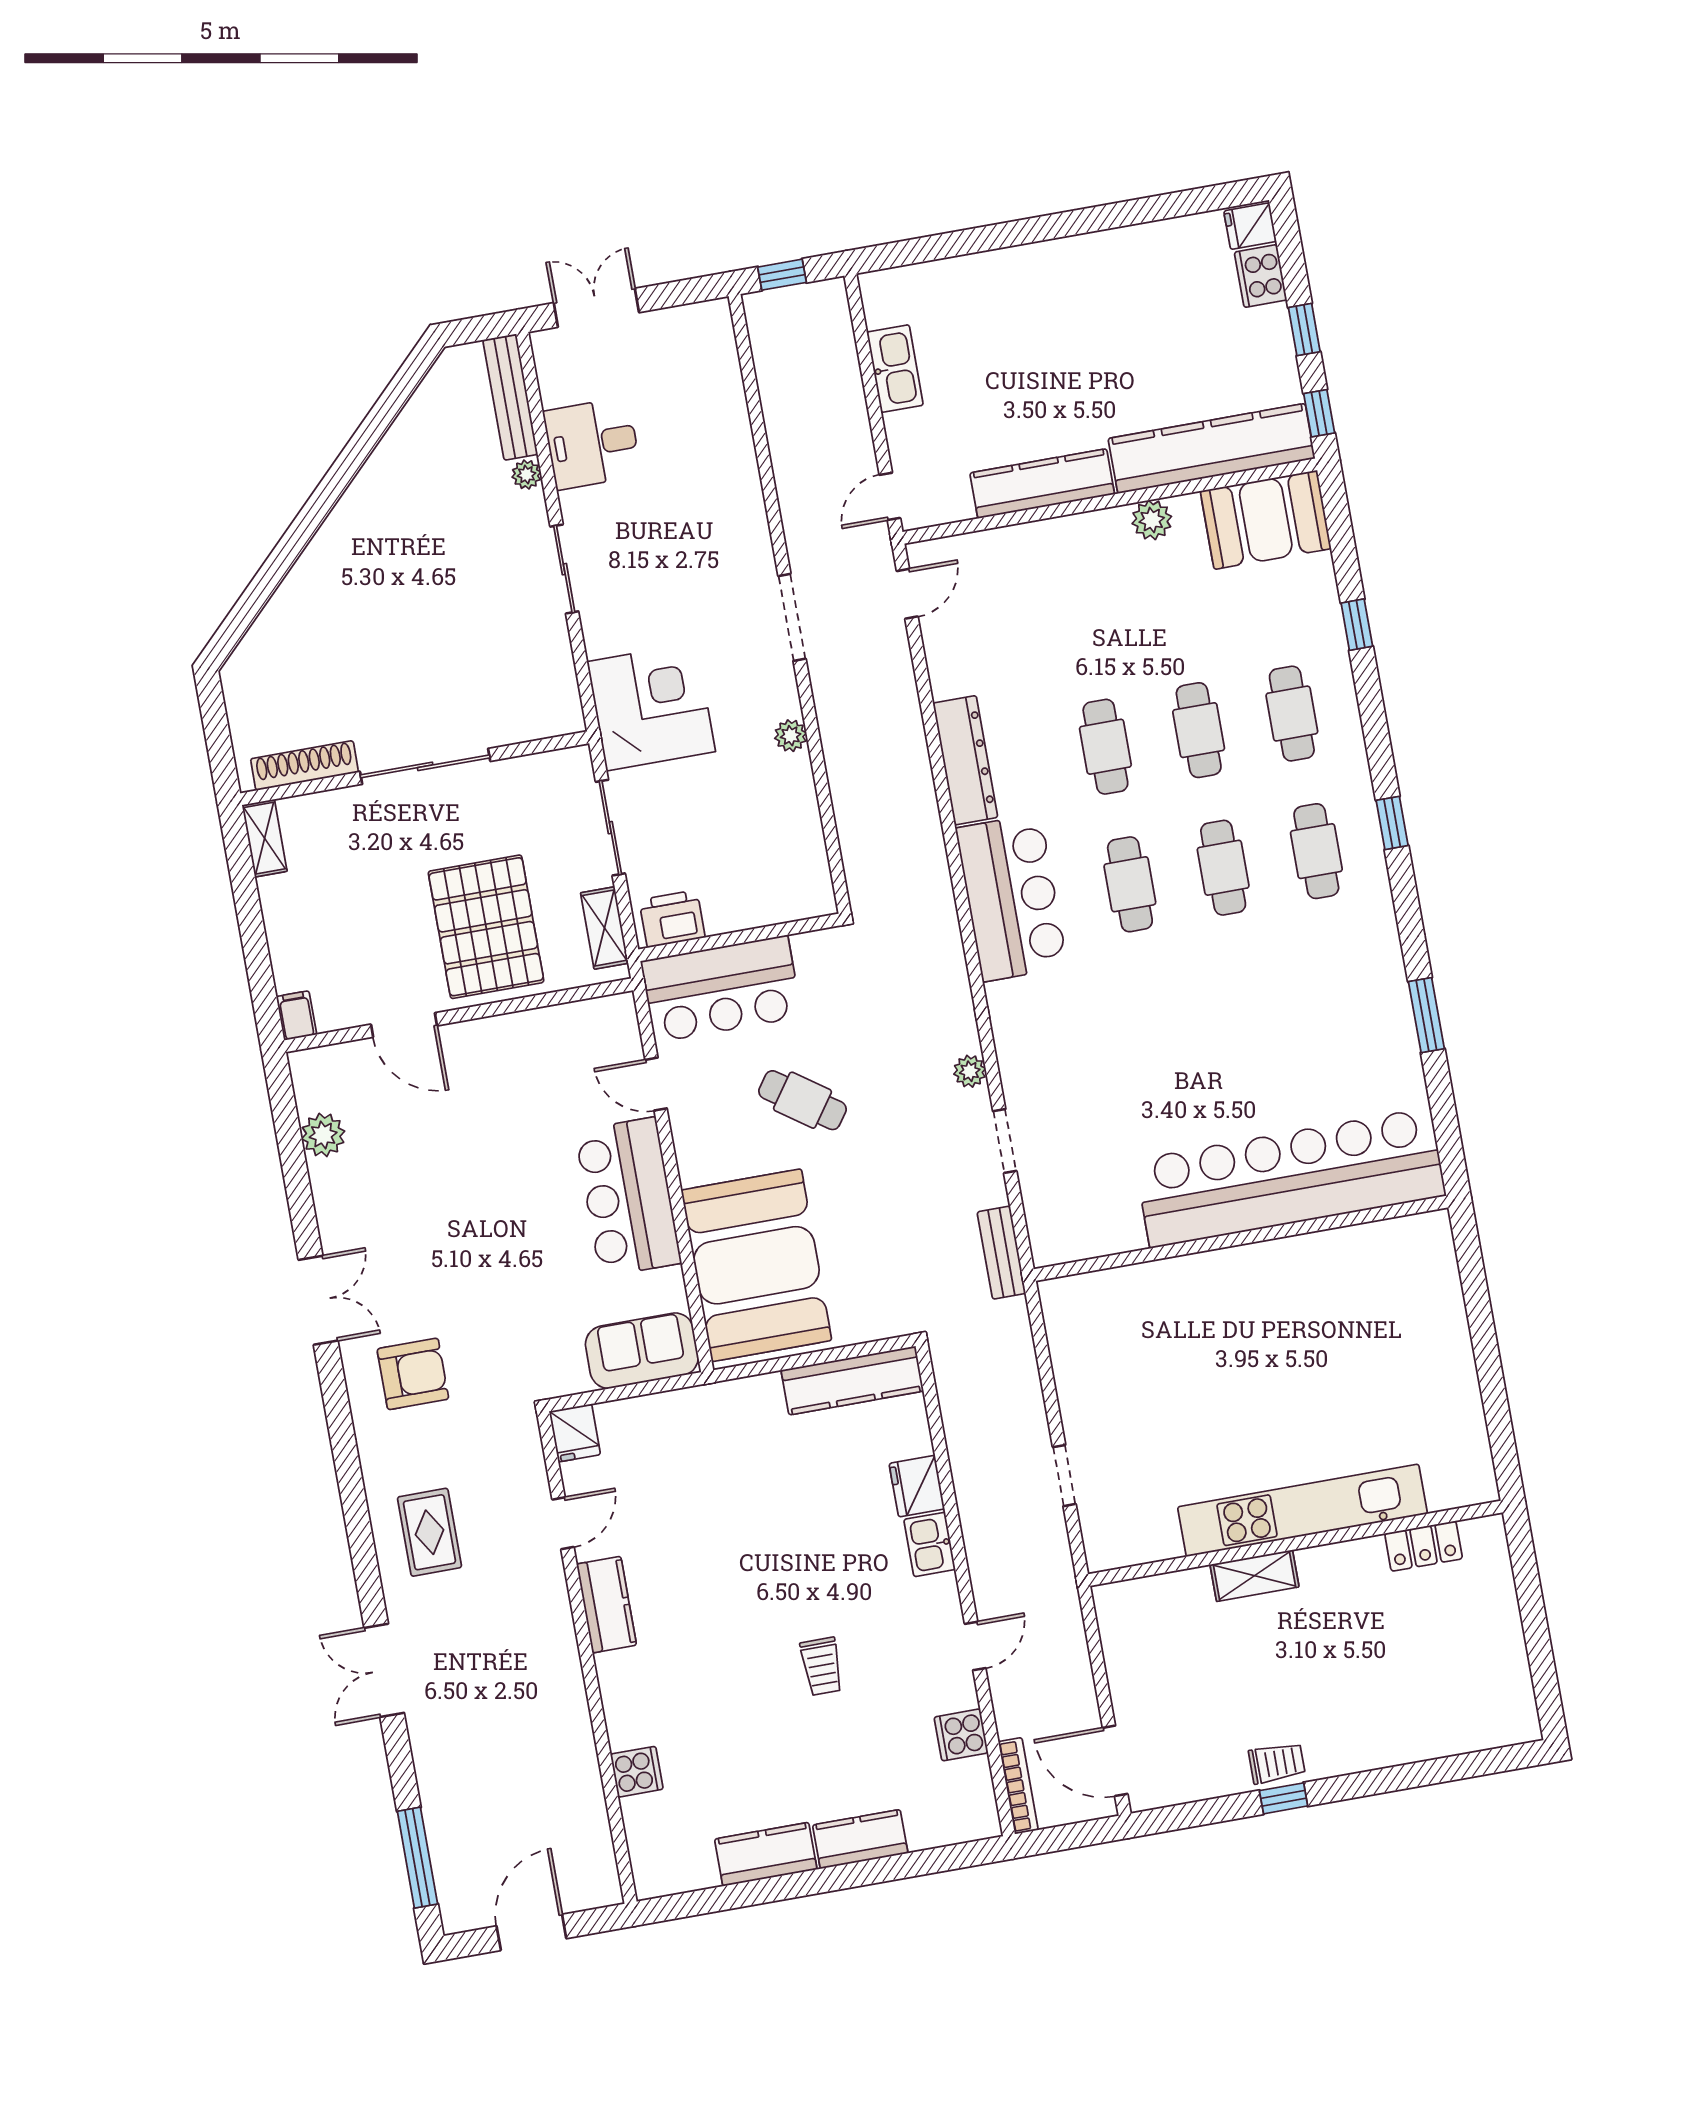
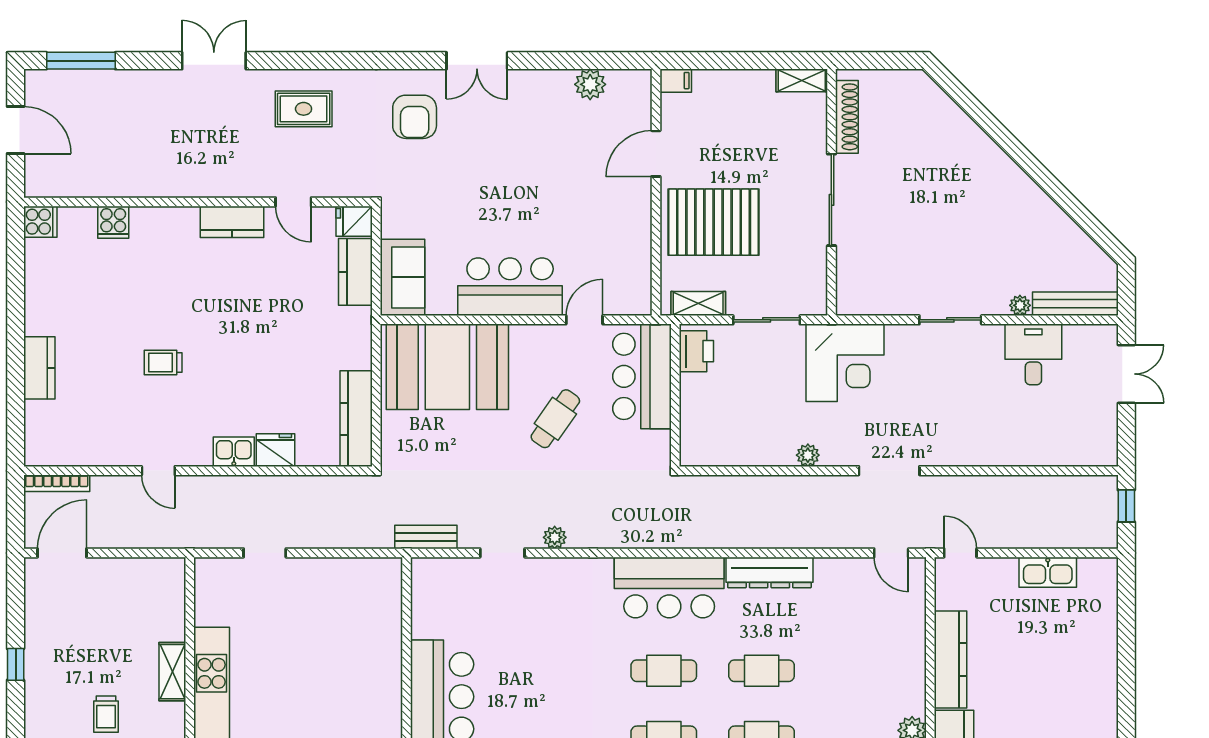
cooker: (961, 1735) -> (40, 222), moved, turned 90
trolley: (1277, 1763) -> (106, 714), moved
kitchen counter: (766, 1854) -> (355, 272), moved, turned 180

